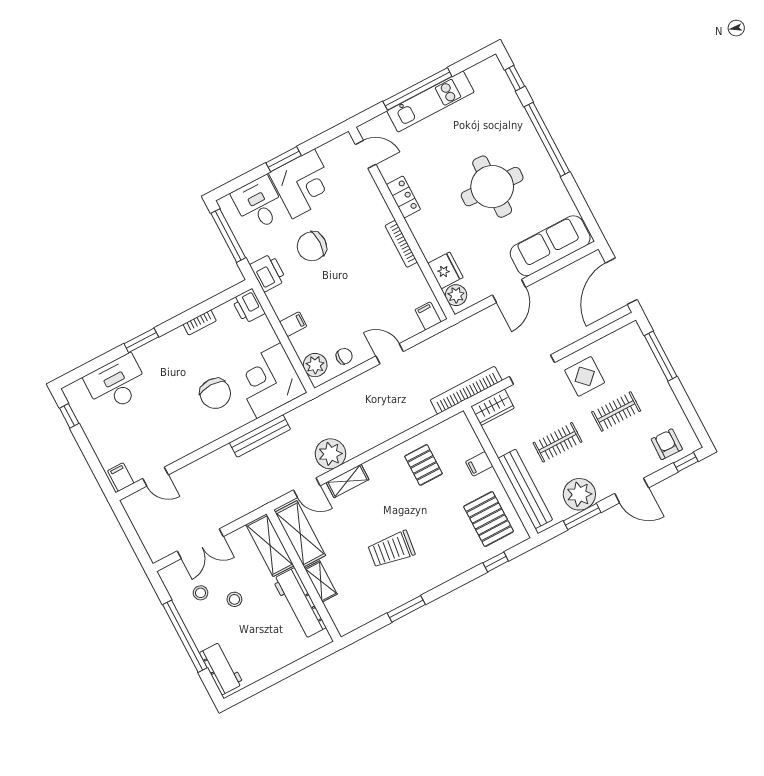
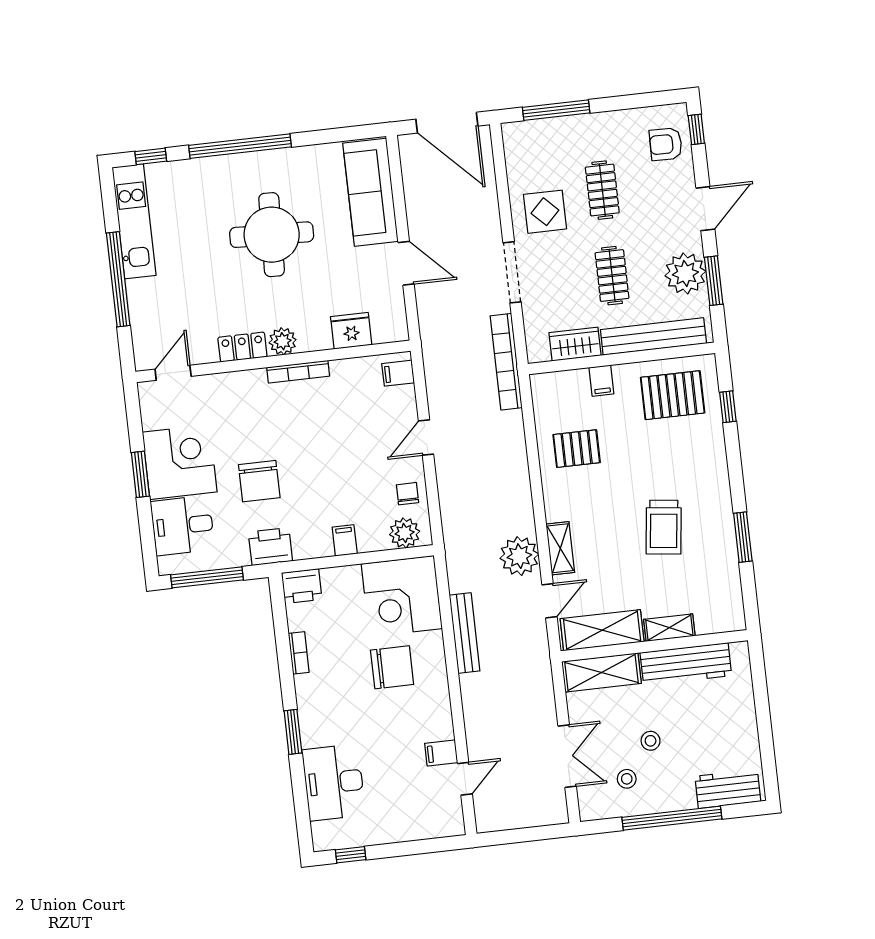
kitchen unit: (430, 102) -> (134, 221), moved
plant: (456, 295) -> (283, 341), moved
wardrobe: (493, 407) -> (575, 344), moved, turned -90
filing cabinet: (121, 477) -> (441, 753), moved

